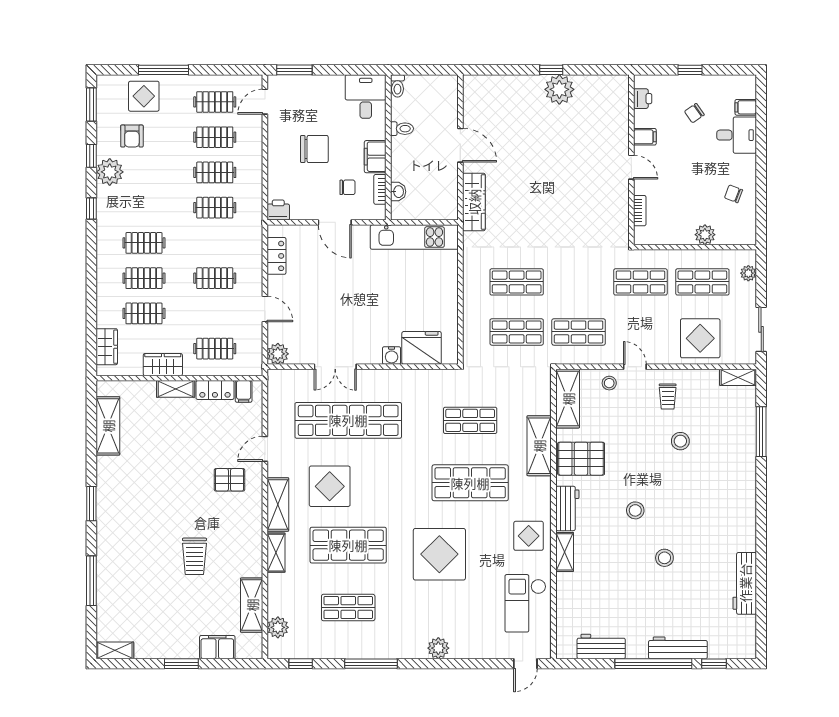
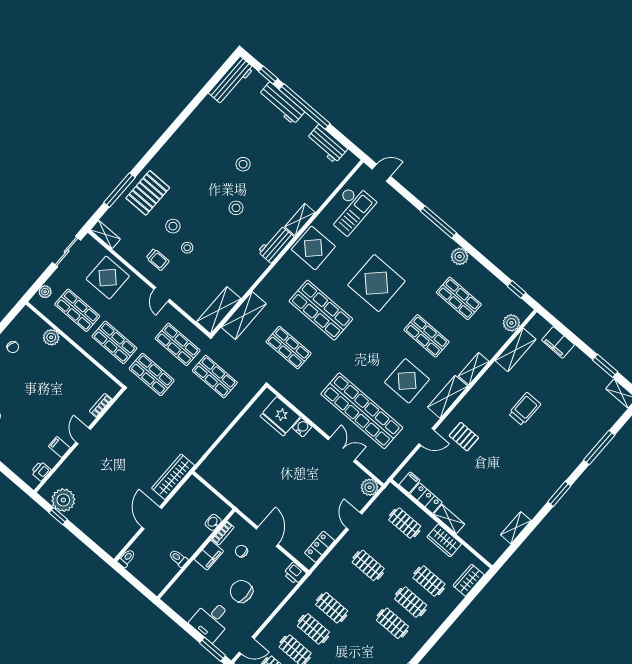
toilet: (397, 86) -> (126, 558), moved
desk: (366, 97) -> (211, 620), moved
printer: (643, 99) -> (41, 471), moved
filing cabinet: (645, 137) -> (59, 447), moved
wall: (631, 160) -> (79, 440), moved
door: (631, 167) -> (83, 436), moved
bookcase: (640, 211) -> (101, 405), moved
kitchen unit: (414, 237) -> (227, 487), removed
shop shelf: (517, 282) -> (152, 374), moved
stool: (609, 383) -> (187, 248), moved
trolley: (668, 396) -> (158, 260), turned 90
shelving: (108, 426) -> (516, 528), width x0.67, depth x0.75
shelving: (539, 446) -> (244, 316), moved
pallet: (581, 459) -> (148, 193), moved, turned 90
display table: (529, 536) -> (313, 248), width x1.36, depth x1.36
shop shelf: (348, 545) -> (426, 336), width x0.70, depth x0.74
workbench: (745, 583) -> (231, 81), moved
plant: (438, 648) -> (460, 256), moved
window: (181, 664) -> (605, 366), moved
window: (371, 664) -> (438, 222), moved

